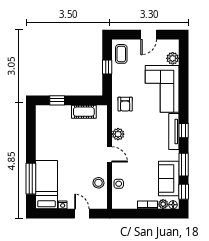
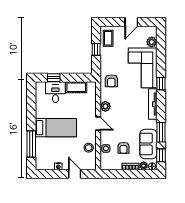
desk: (59, 117) -> (55, 92), added
window: (184, 131) -> (161, 84), moved
armchair: (139, 183) -> (124, 148), added
bed: (47, 185) -> (56, 128), moved, turned 90

